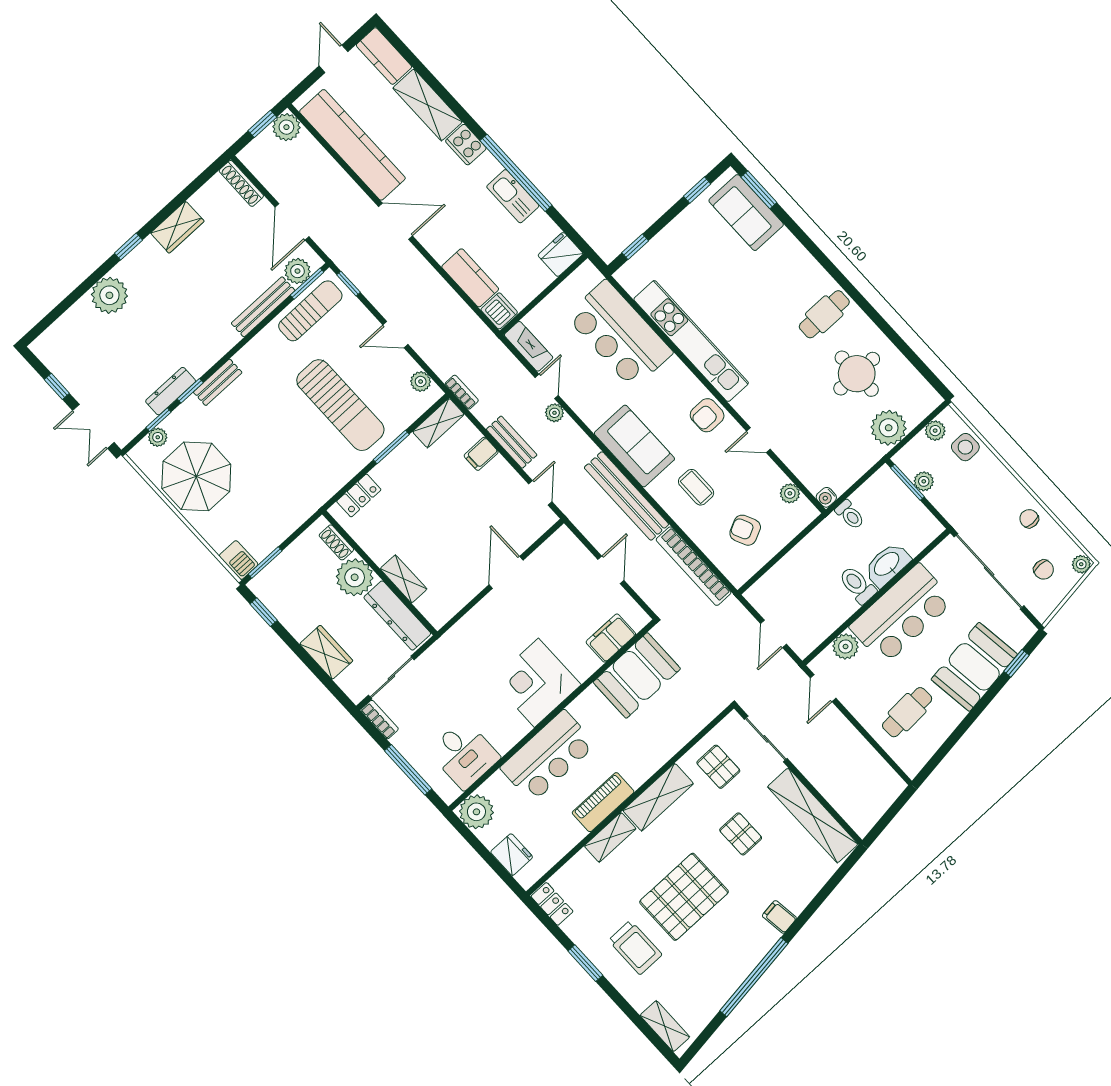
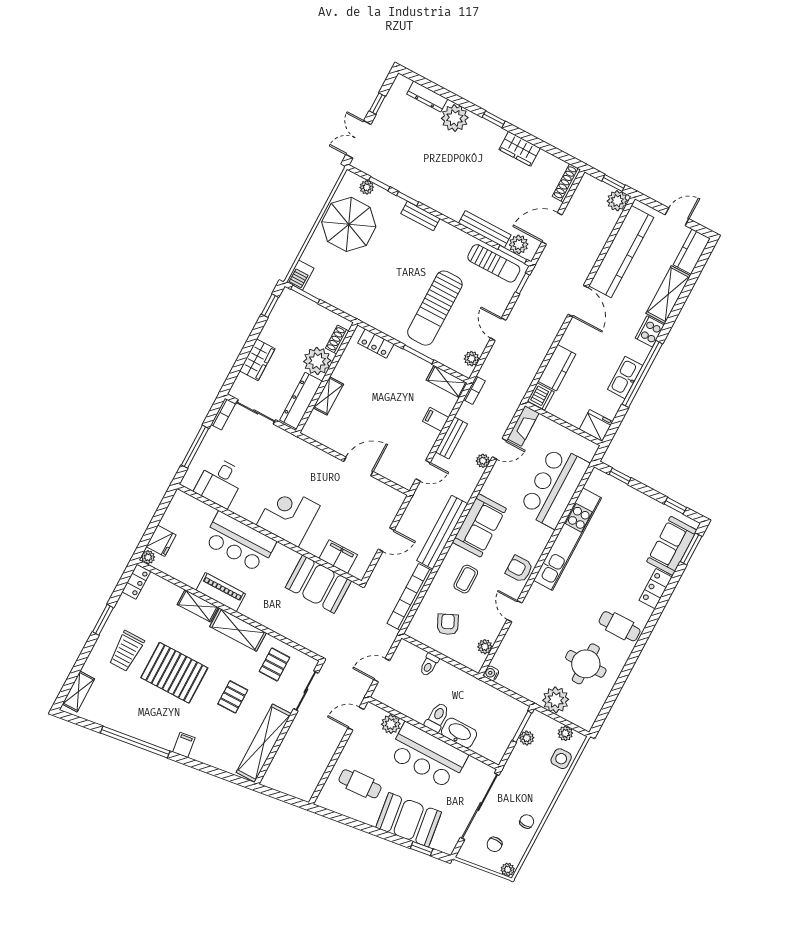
locker: (793, 252) -> (656, 589), added
dresser: (171, 391) -> (427, 96), moved, turned 180
toilet: (850, 515) -> (429, 665), moved
plant: (476, 812) -> (148, 557), moved, width x0.53, depth x0.53

